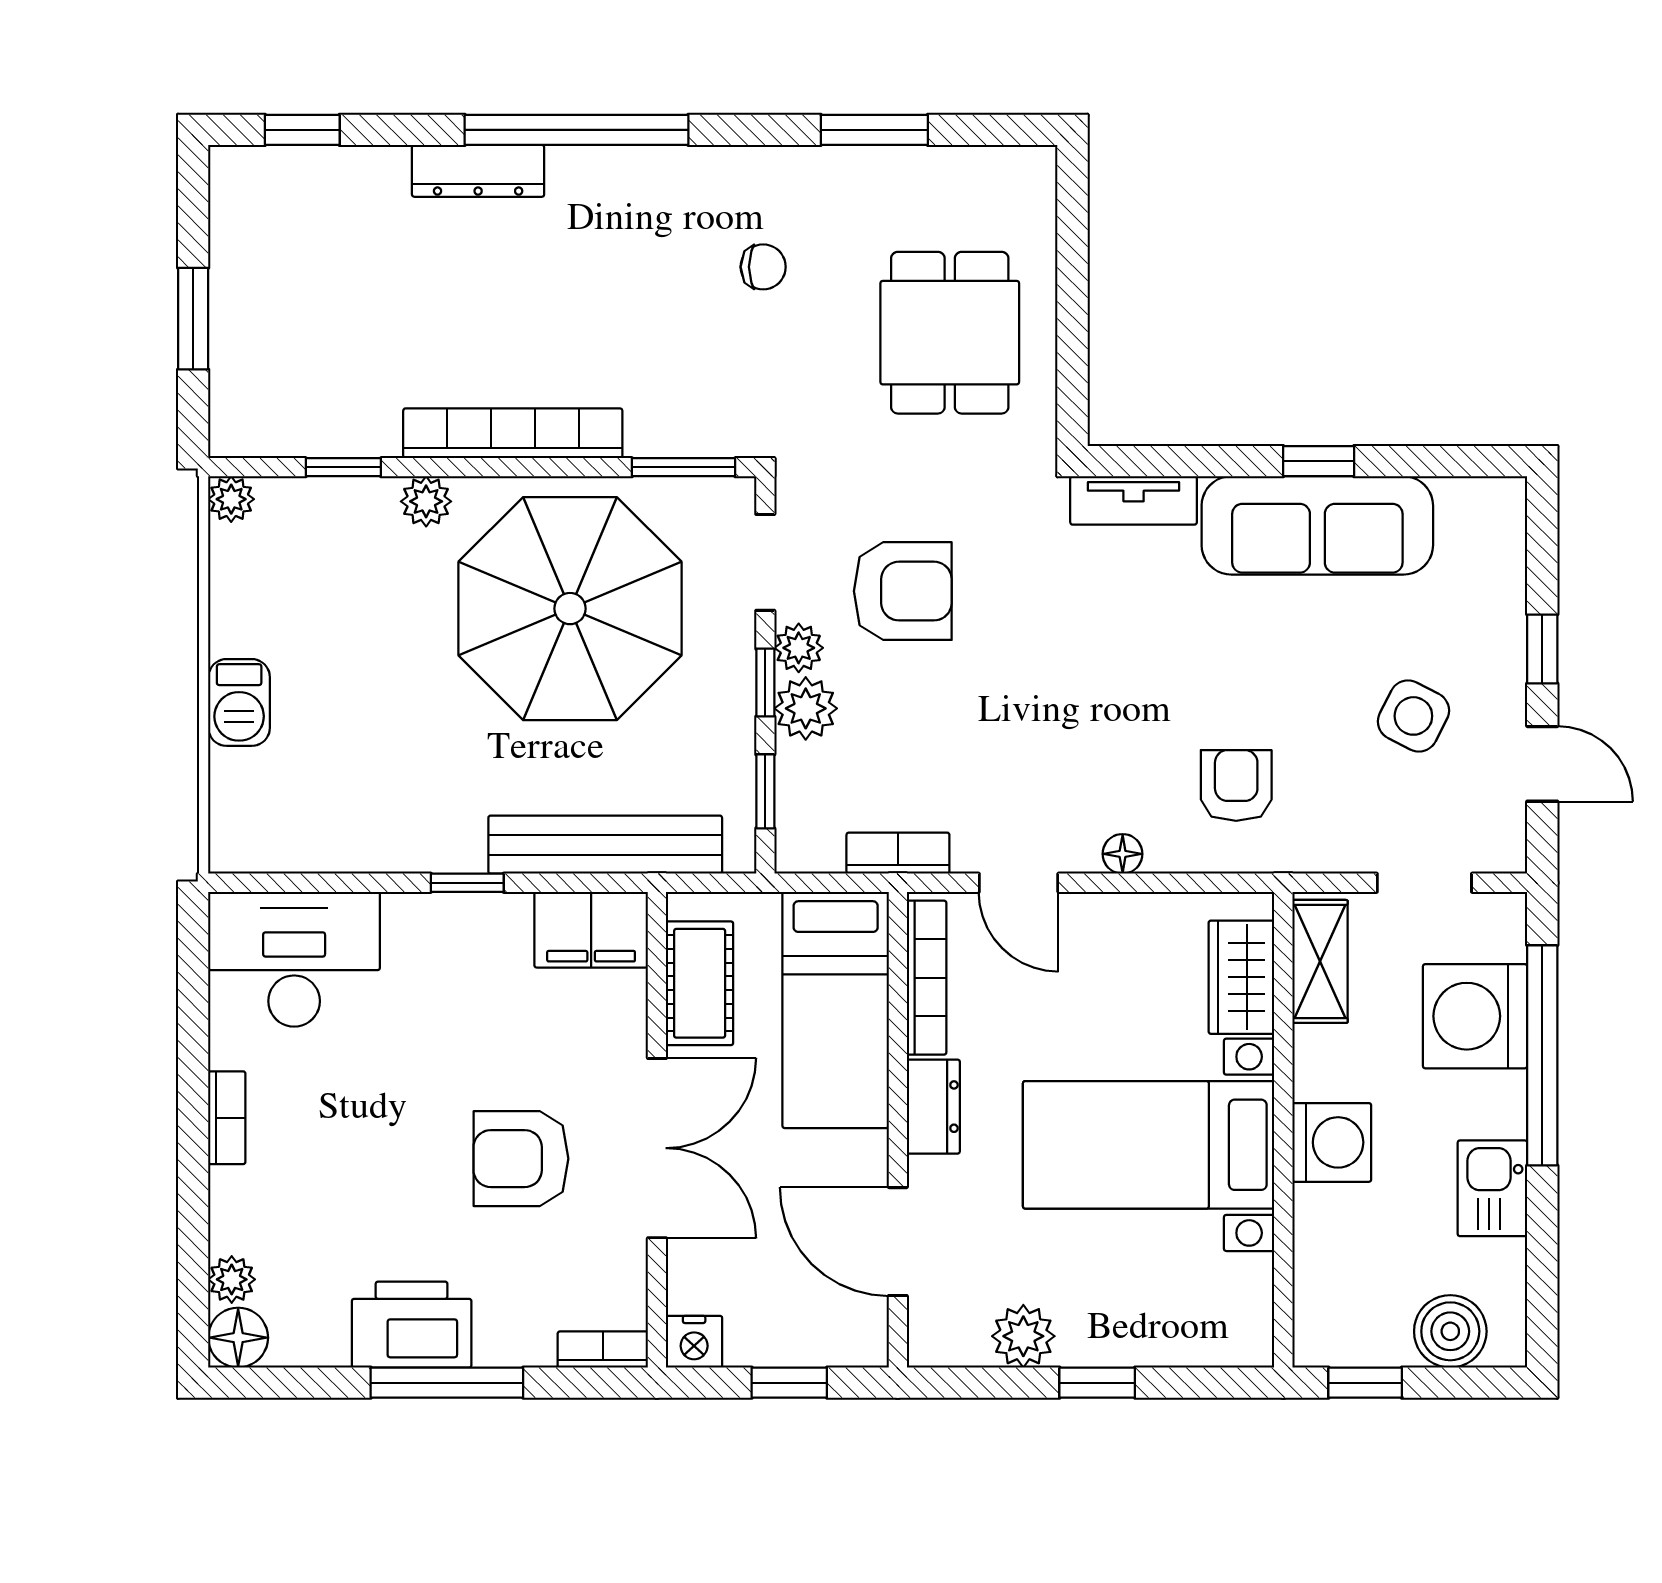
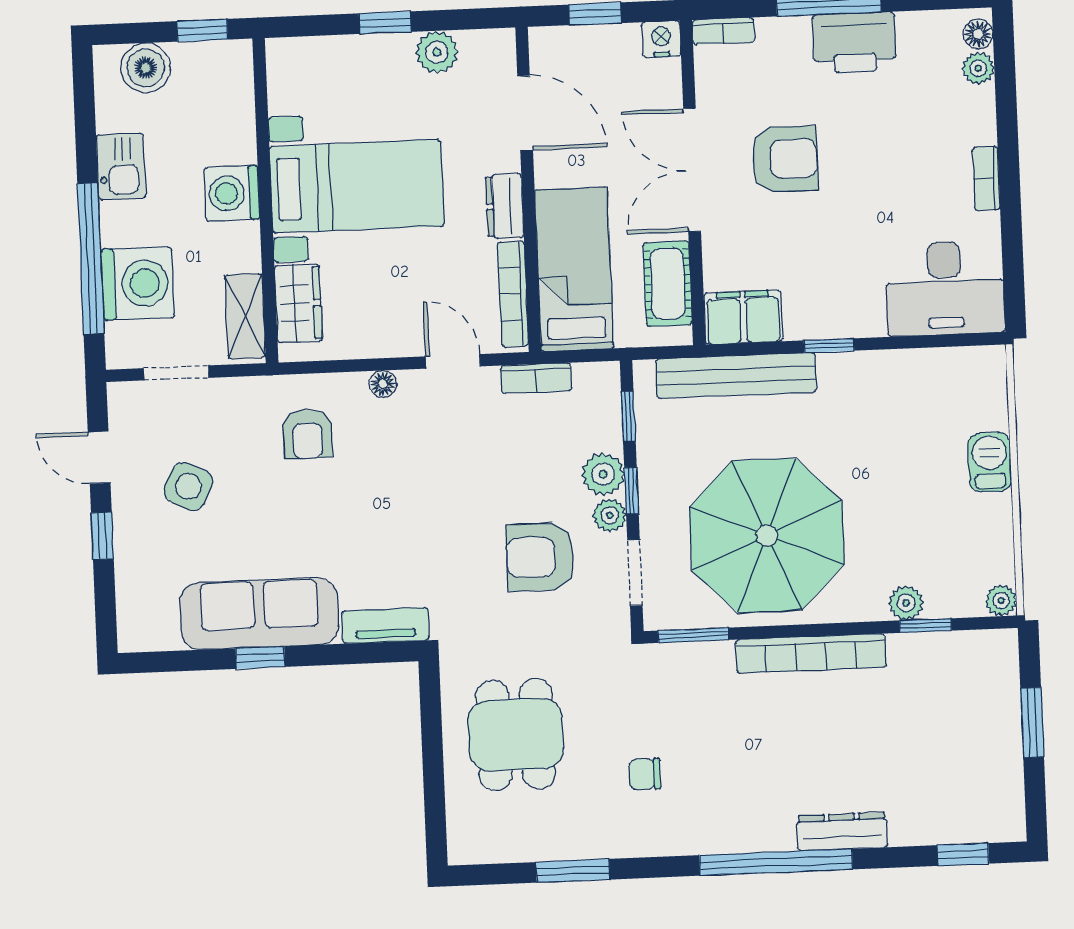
plant: (426, 501) -> (906, 603), moved
floor lamp: (238, 1338) -> (978, 34), width x0.73, depth x0.73

